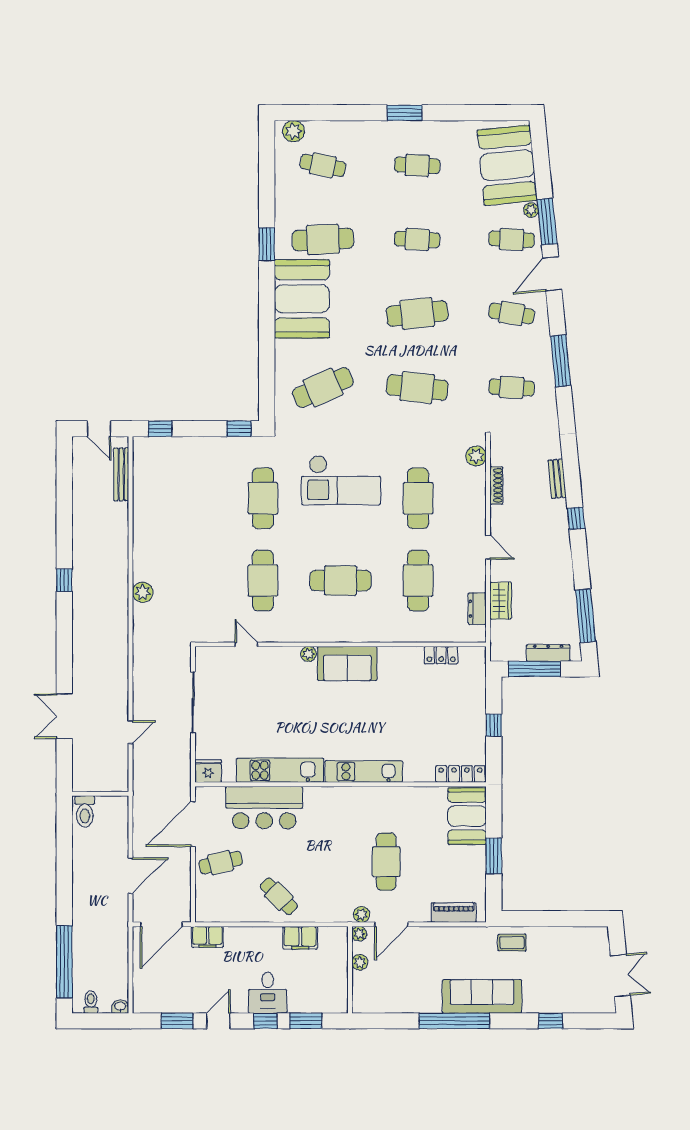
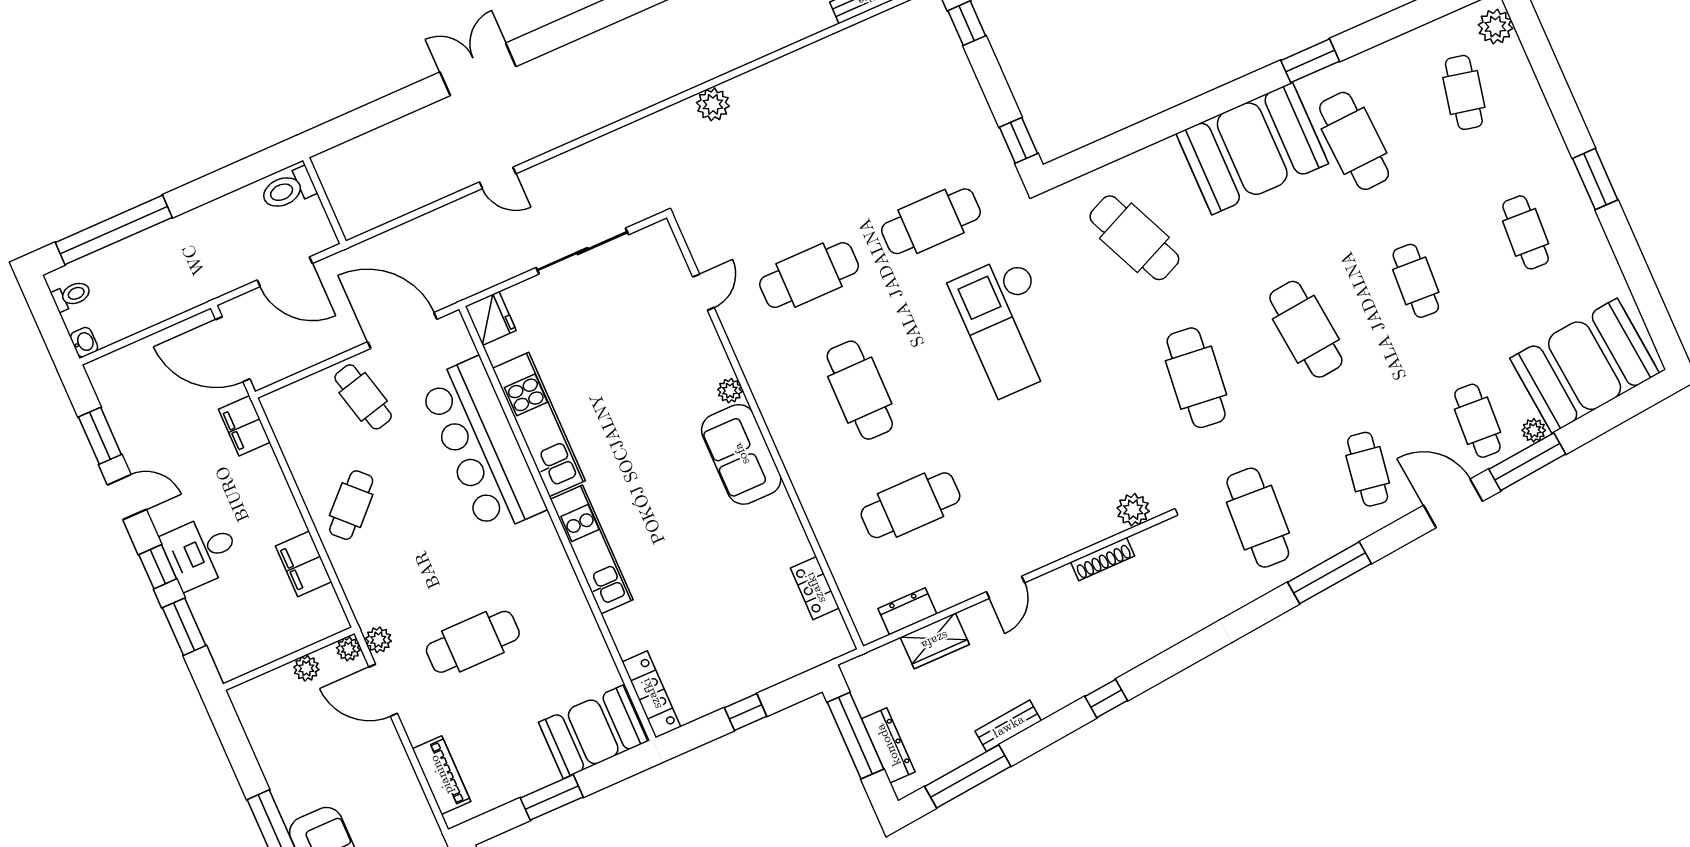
cafe table: (512, 388) -> (1258, 518), width x1.37, depth x1.35
bench: (557, 479) -> (1008, 726), moved
cafe table: (418, 498) -> (1032, 451), removed
wall: (100, 794) -> (325, 201), moved
bar counter: (264, 808) -> (482, 446), width x1.36
toilet: (85, 812) -> (288, 189), moved

